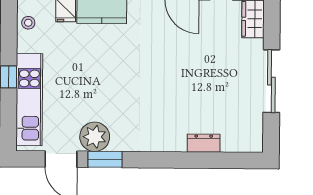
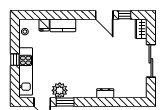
dresser: (204, 143) -> (105, 93), moved

